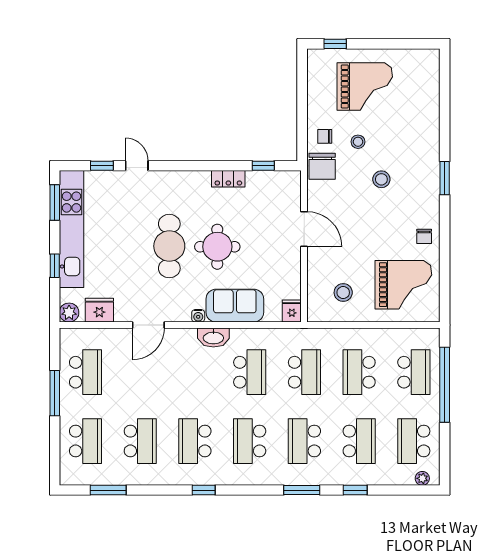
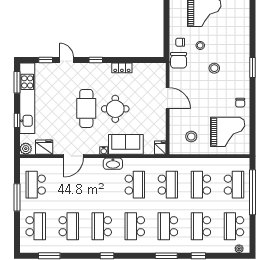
window: (263, 166) -> (96, 60), moved
school desk: (85, 372) -> (36, 185), turned 180
school desk: (359, 441) -> (201, 226), turned 180

